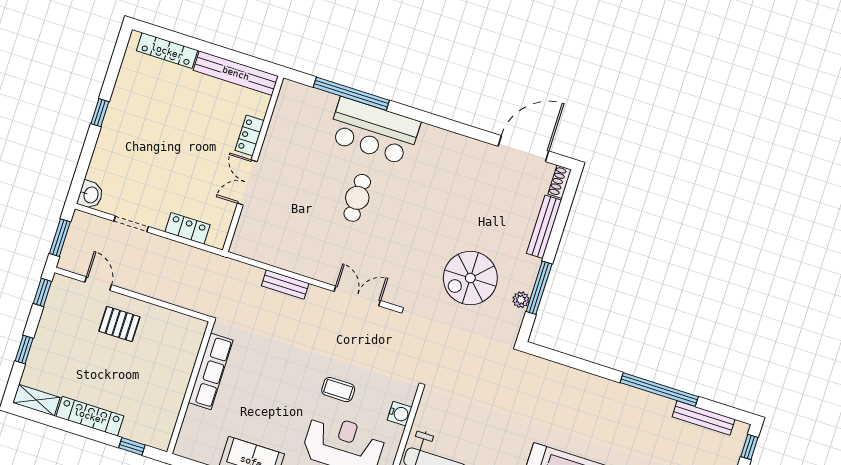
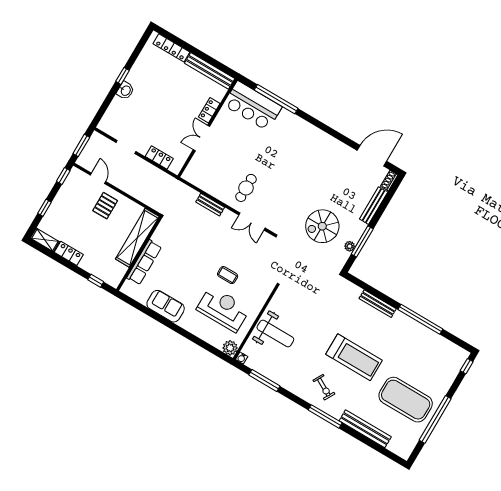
bar counter: (374, 131) -> (253, 106), moved
washbasin: (90, 195) -> (125, 90), moved
cafe table: (357, 198) -> (246, 188), moved
double door: (357, 296) -> (252, 221), swing flipped
pallet: (119, 324) -> (105, 206), turned 90
shelving: (182, 363) -> (137, 238), added
row of seats: (211, 371) -> (144, 262), moved
water cooler: (400, 414) -> (261, 298), removed
locker: (90, 416) -> (69, 253), width x0.66
bench: (704, 418) -> (378, 304), moved

